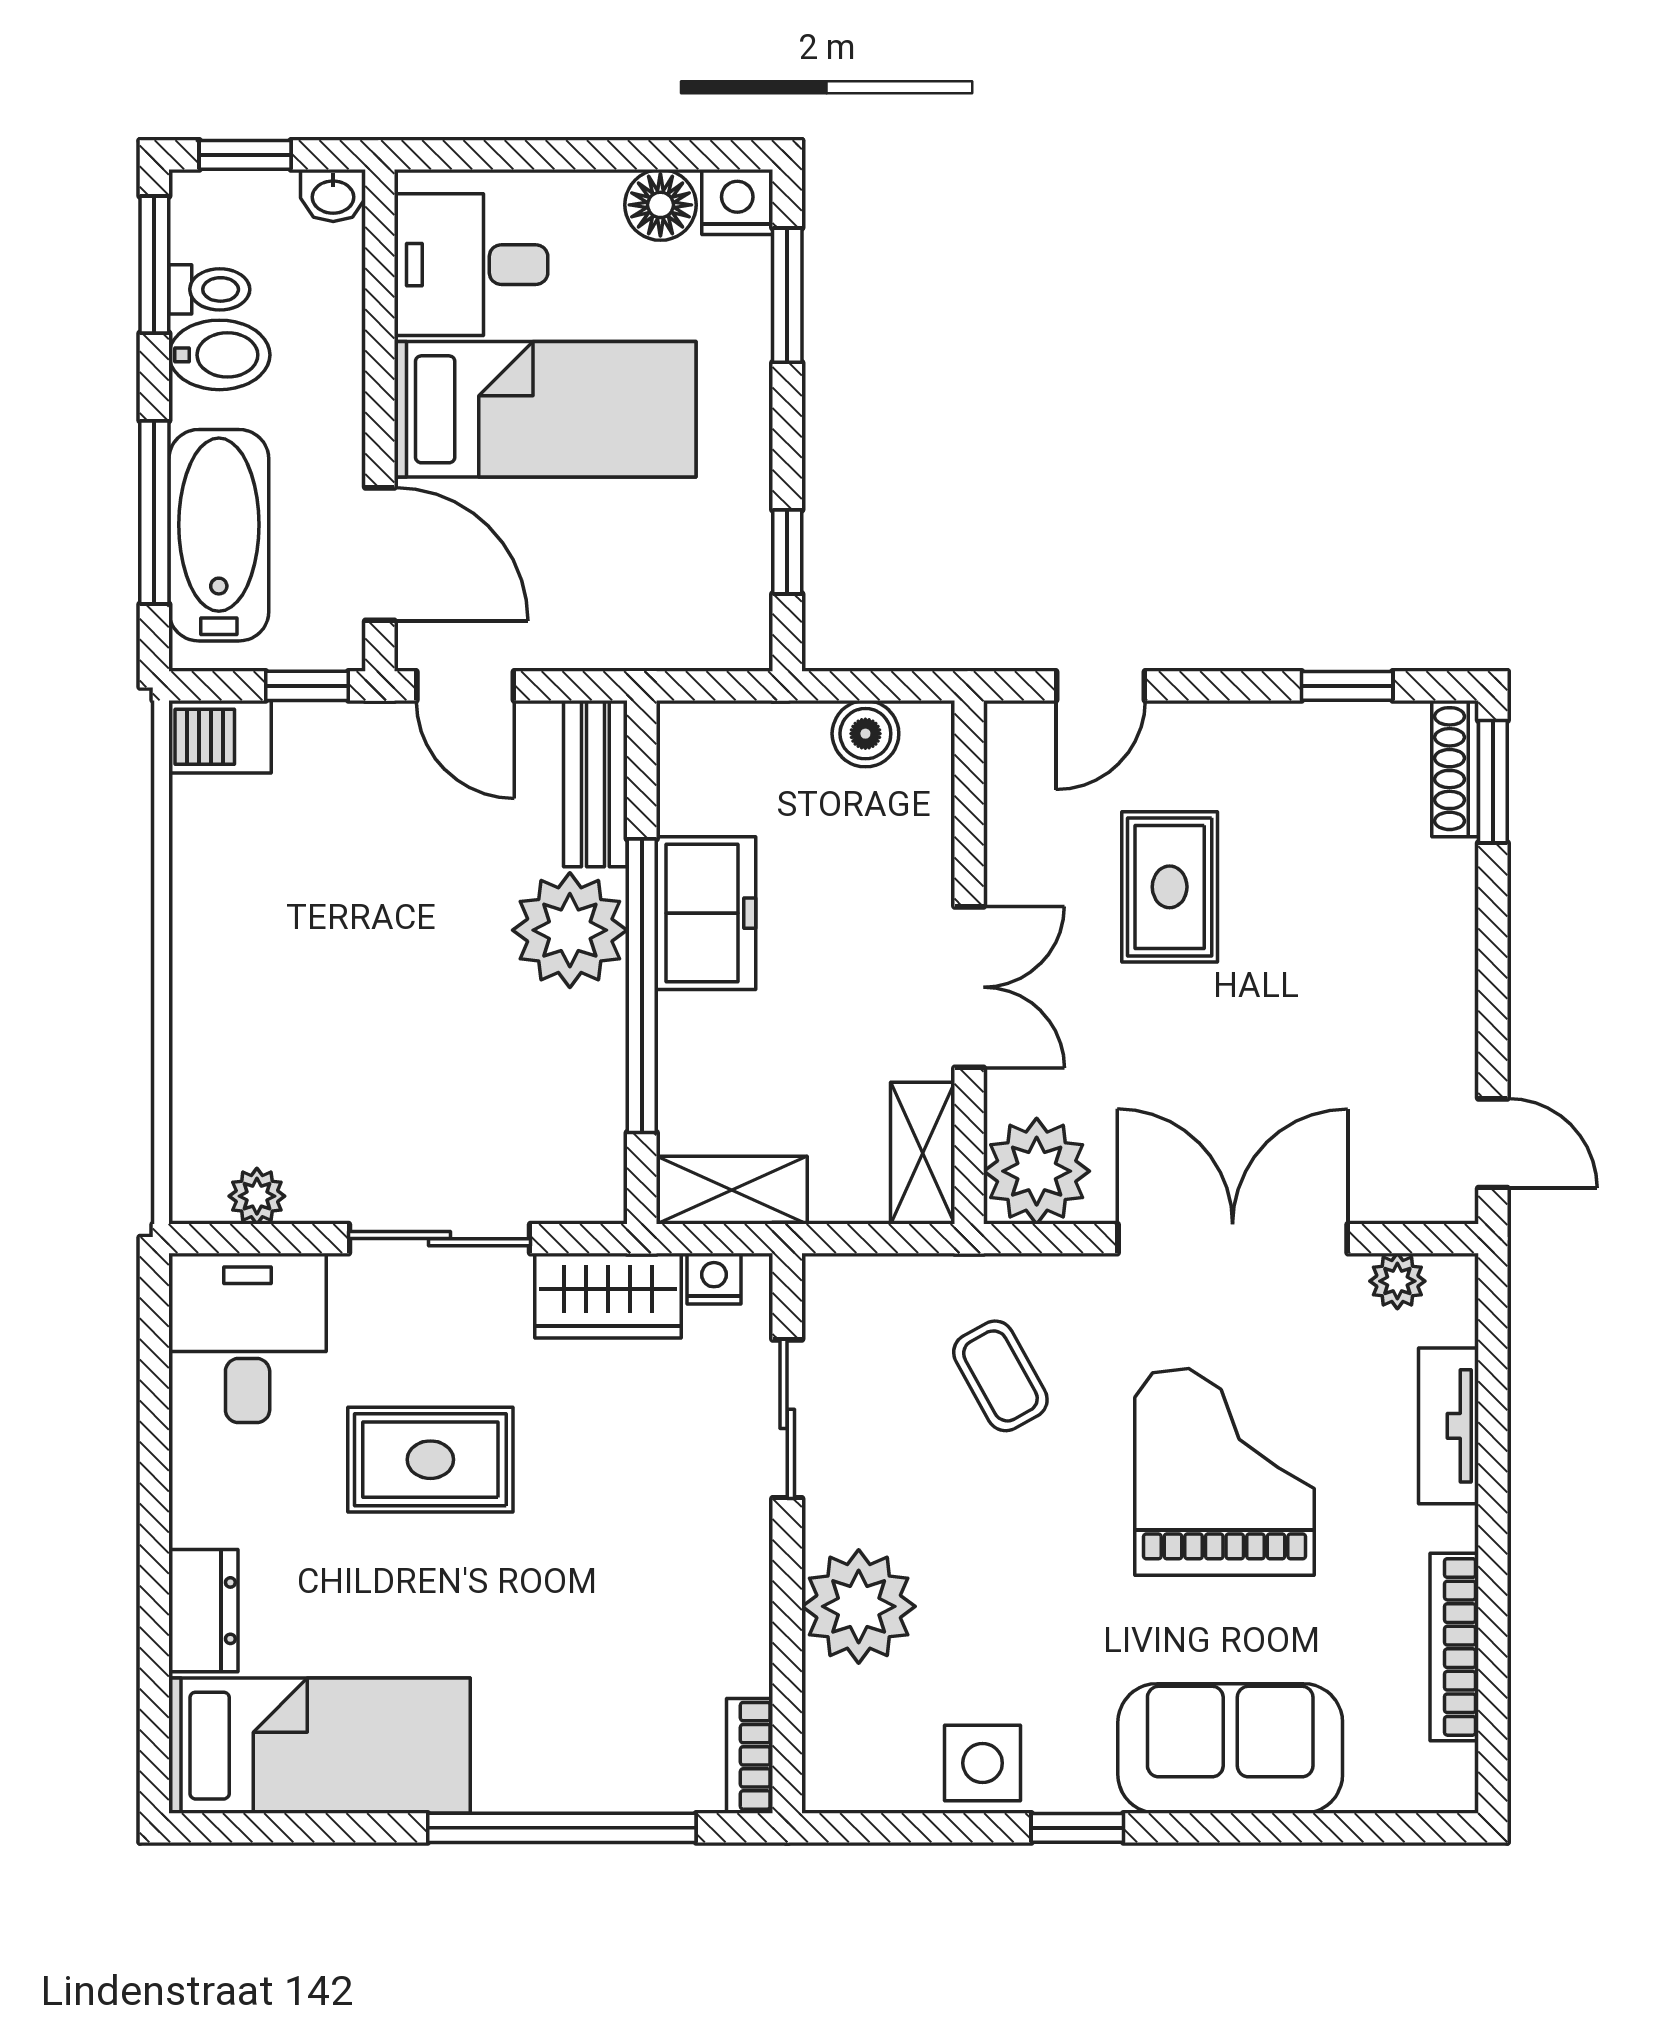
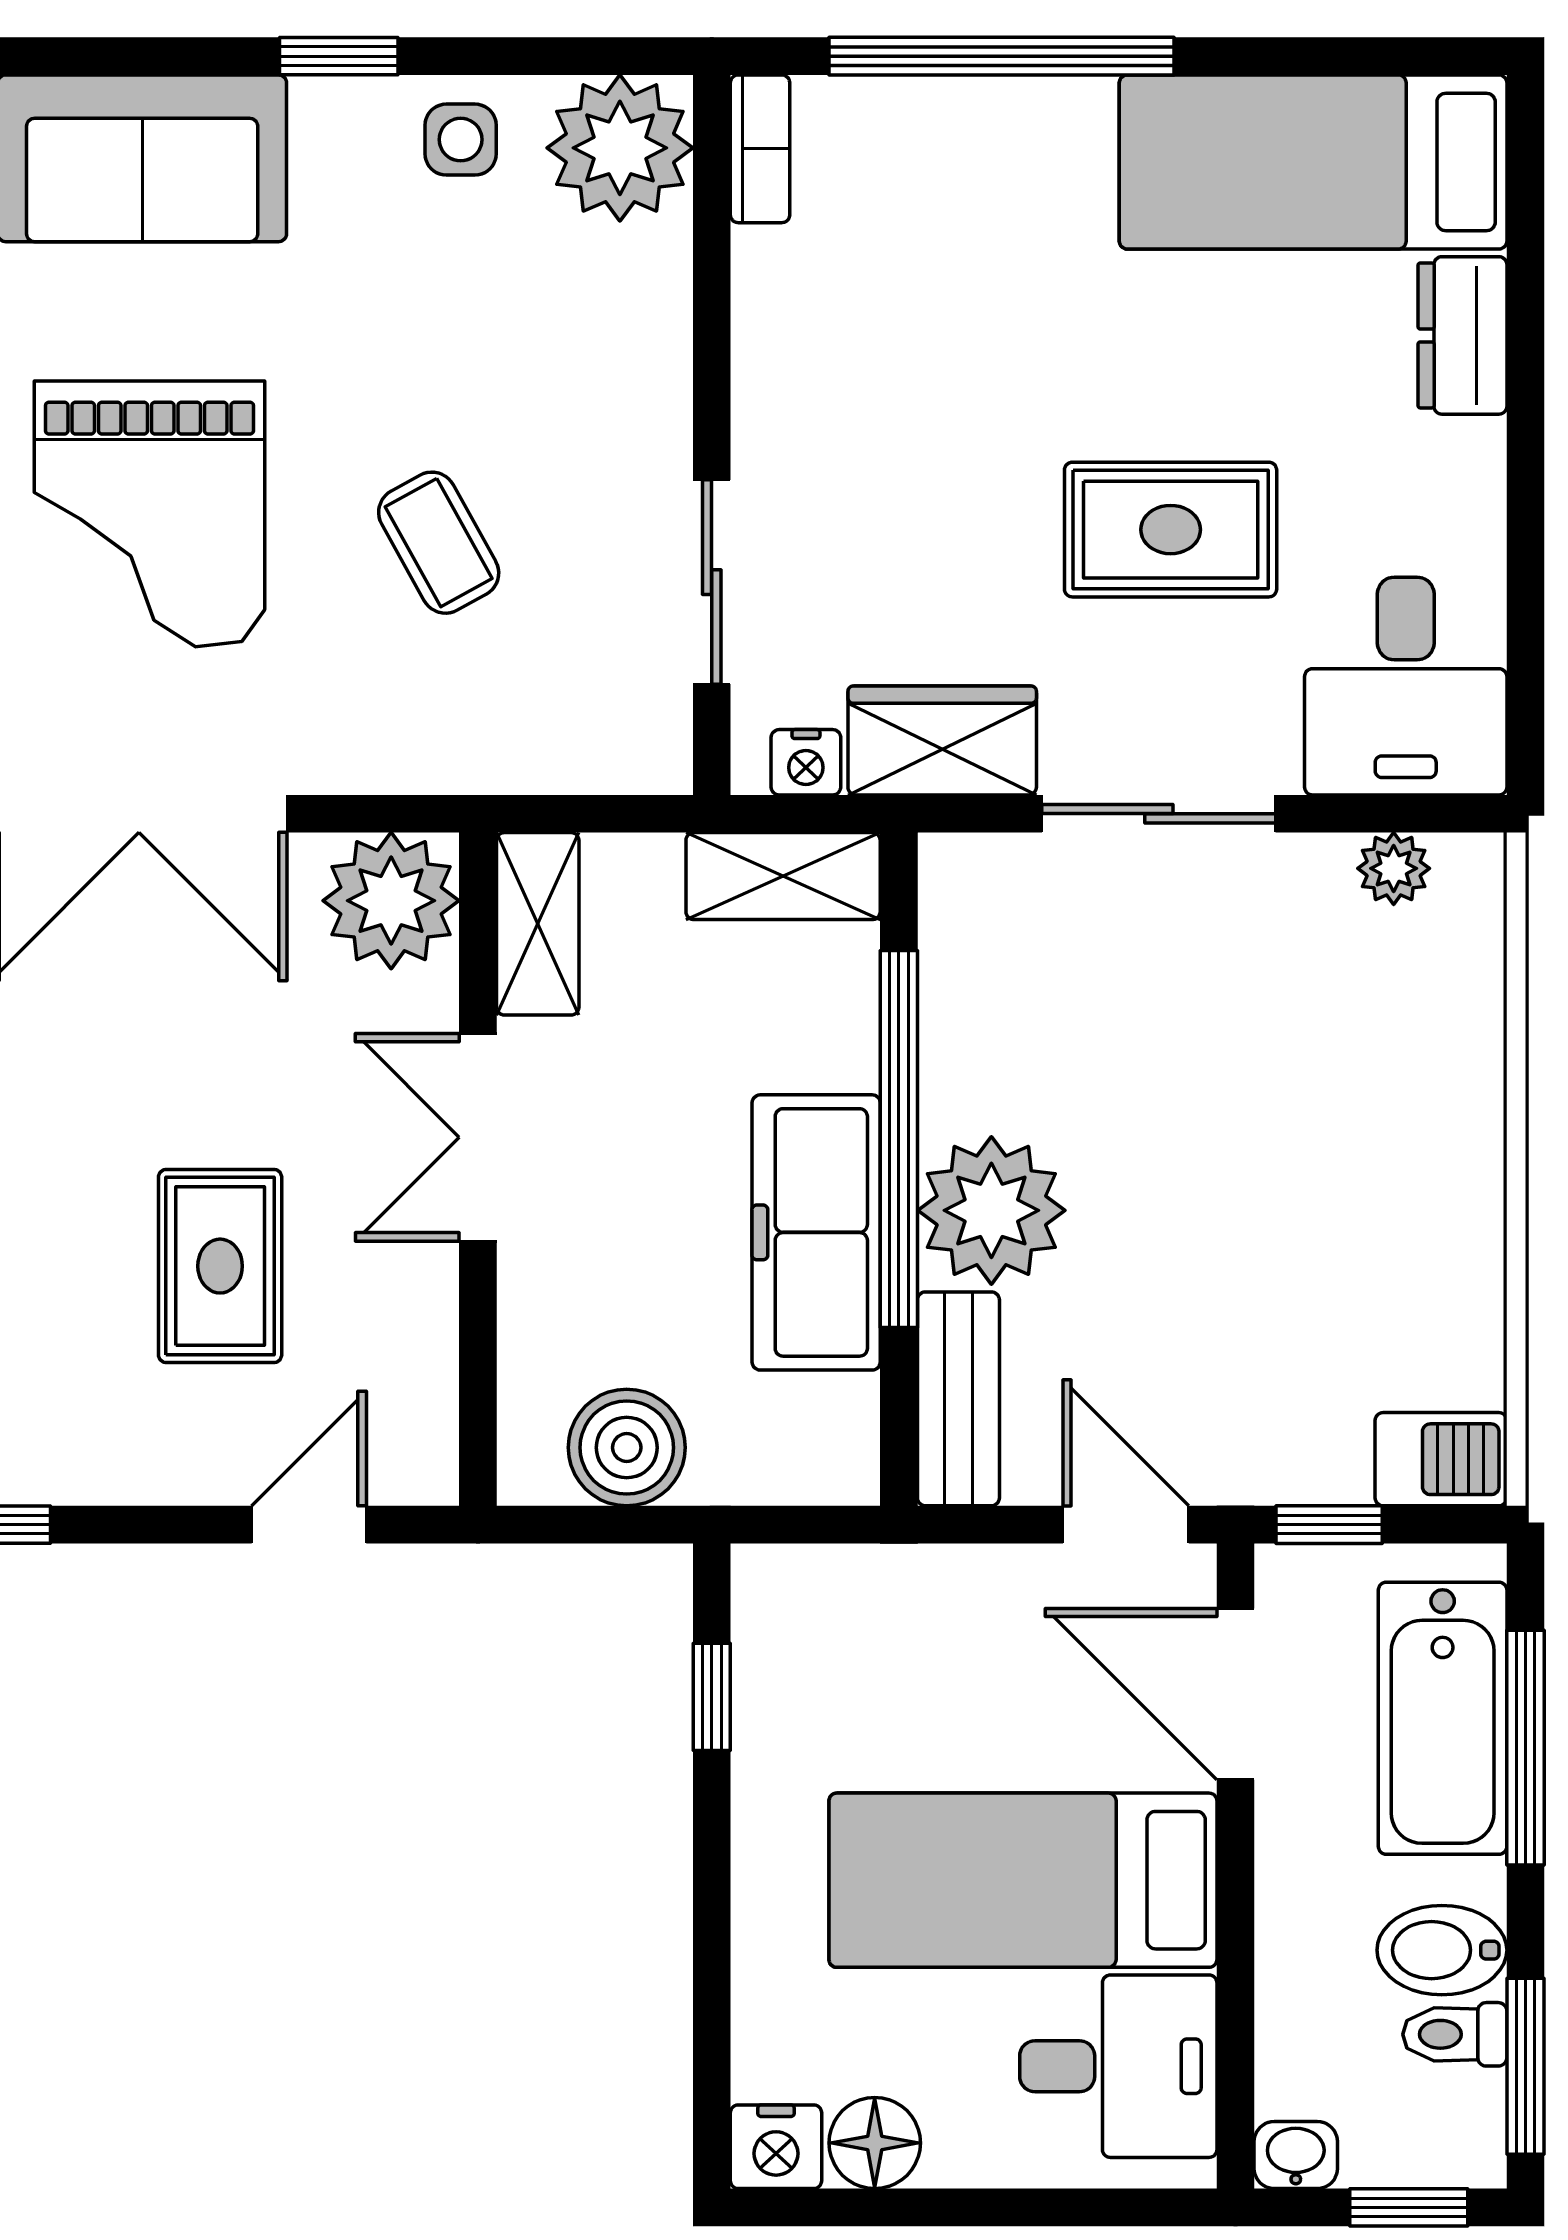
window: (787, 295) -> (712, 2027), removed
boiler: (865, 734) -> (627, 1448), width x1.36, depth x1.36
freezer: (706, 913) -> (816, 1232), width x1.40
coffee table: (1000, 1376) -> (439, 543), moved
plant: (859, 1606) -> (620, 148), moved
side table: (983, 1763) -> (461, 140), width x0.73, depth x0.73

